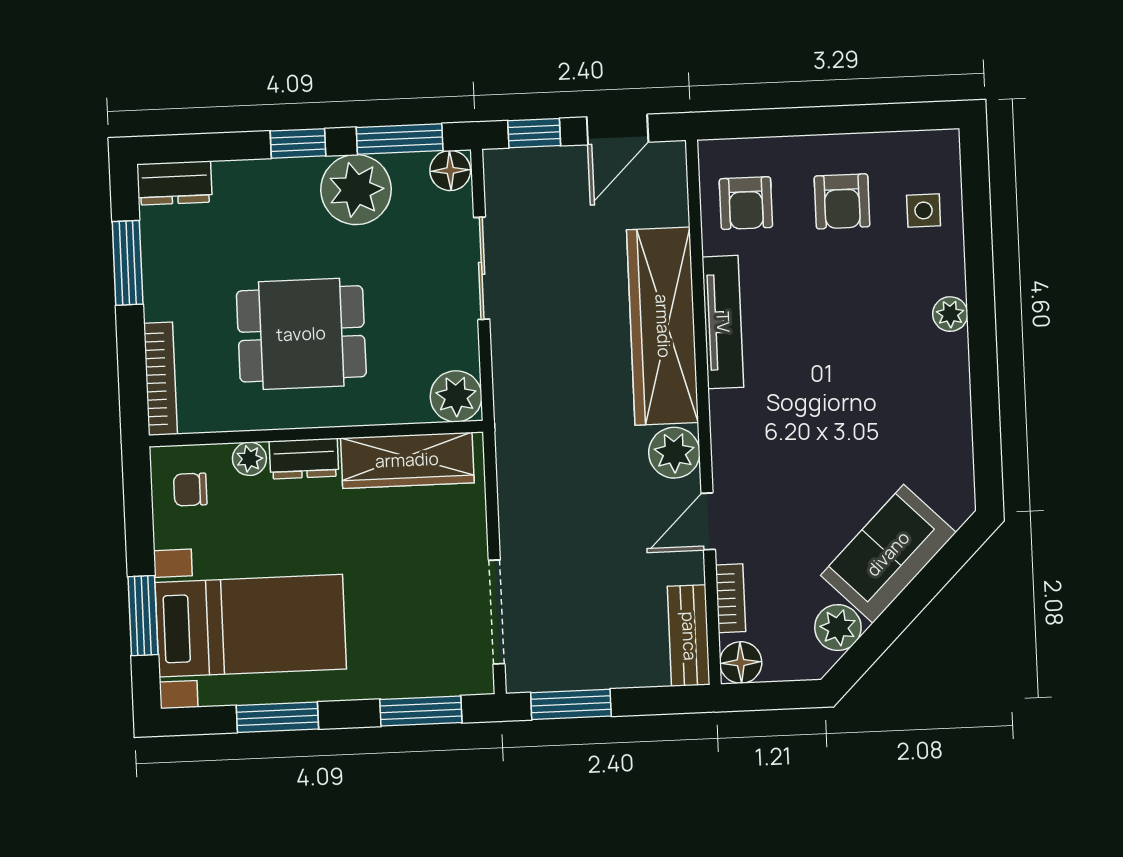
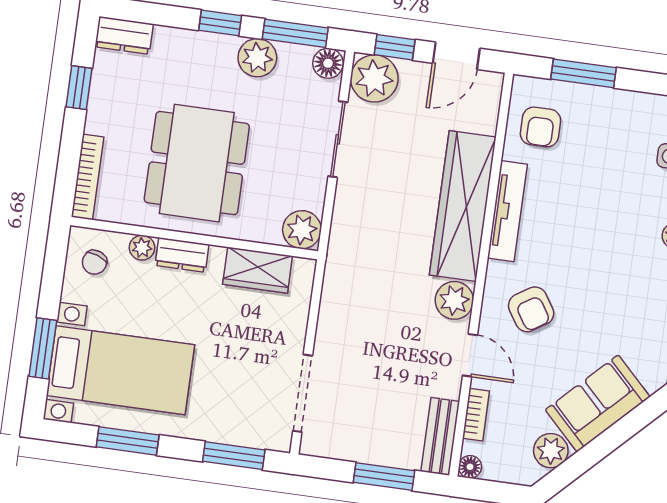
window: (790, 122) -> (584, 73), added
plant: (515, 179) -> (374, 78), added
plant: (356, 190) -> (257, 58), width x0.73, depth x0.73
armchair: (842, 201) -> (531, 309), moved, turned -33
window: (128, 263) -> (79, 88), width x0.67
dining table: (301, 334) -> (197, 163), width x1.38
wardrobe: (407, 460) -> (258, 270), width x0.67
chair: (190, 490) -> (94, 262), turned -70
door: (708, 521) -> (470, 355), swing flipped
floor lamp: (741, 663) -> (470, 467), width x0.73, depth x0.73
window: (571, 704) -> (384, 476), moved

